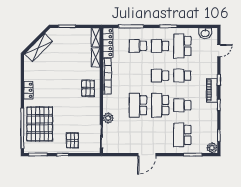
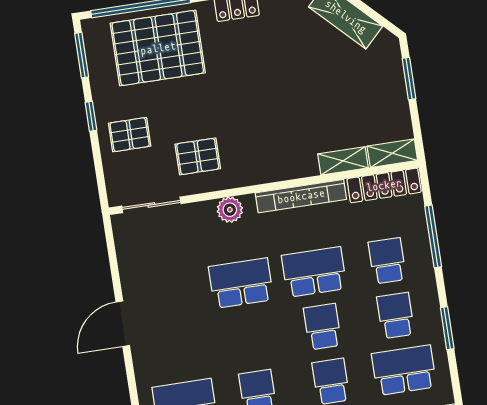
pallet: (88, 88) -> (198, 156), moved
school desk: (160, 105) -> (314, 272), moved
plant: (108, 118) -> (230, 210), moved
door: (147, 155) -> (123, 324), hinge flipped

